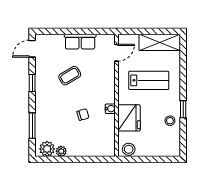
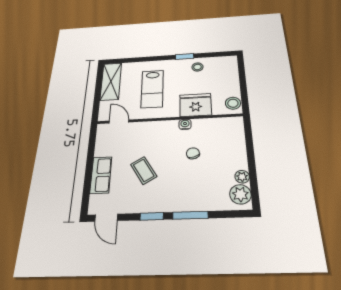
row of seats: (80, 42) -> (101, 175), moved
lab bench: (149, 80) -> (152, 89), turned 180
window: (32, 126) -> (190, 215), moved

